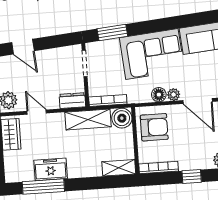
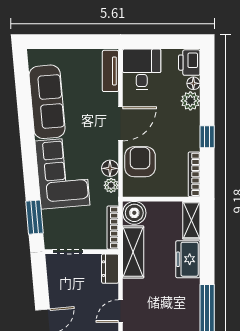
plant: (174, 95) -> (111, 185), moved
armchair: (154, 127) -> (140, 162), moved
freezer: (51, 169) -> (188, 259), moved

